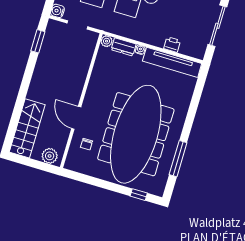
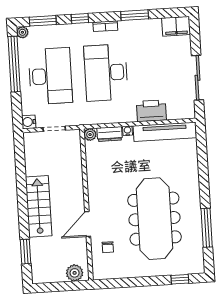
window: (38, 41) -> (26, 252), moved
printer: (172, 45) -> (151, 111), width x1.87, depth x1.48
door: (76, 118) -> (88, 224), hinge flipped
stairs: (27, 128) -> (39, 206), moved
meeting table: (136, 134) -> (154, 219), width x0.73, depth x0.79

